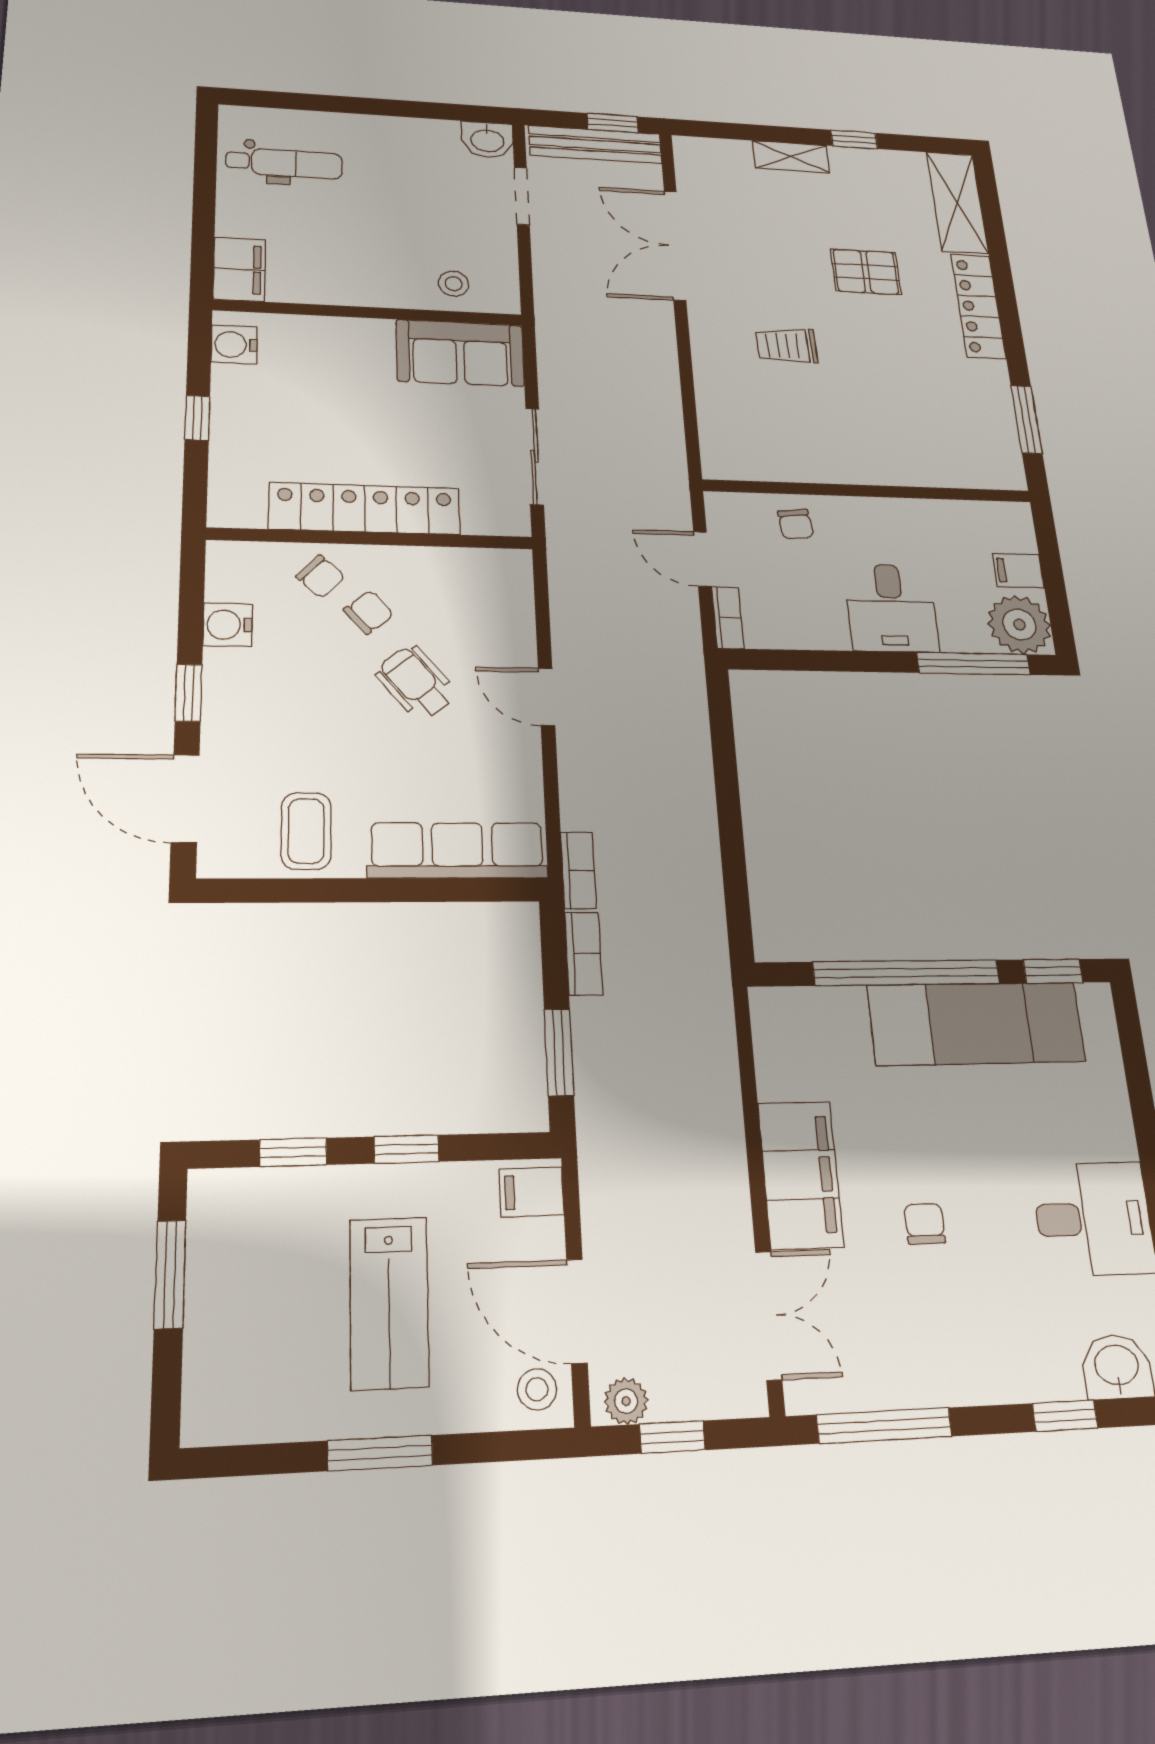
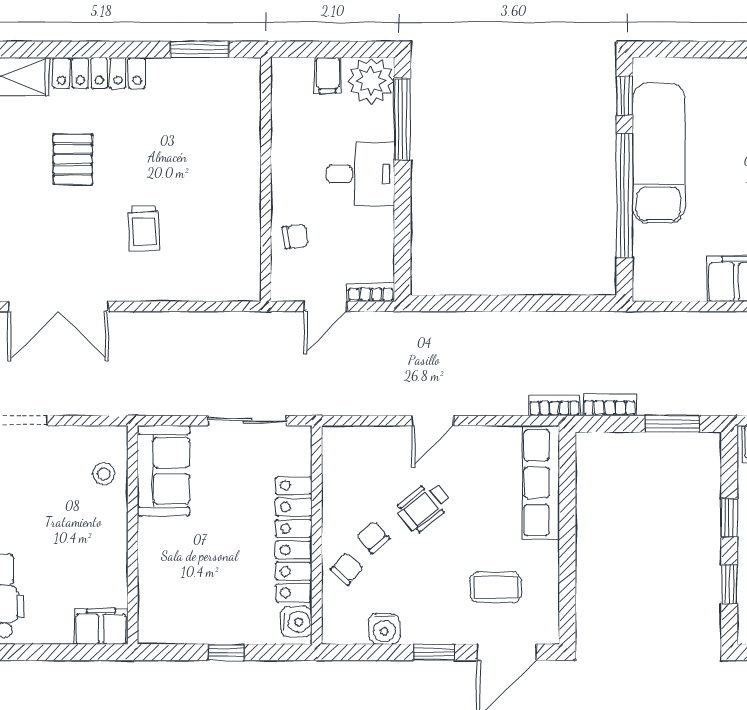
water cooler: (234, 345) -> (296, 622), moved, turned -90
coffee table: (306, 831) -> (496, 587), moved

